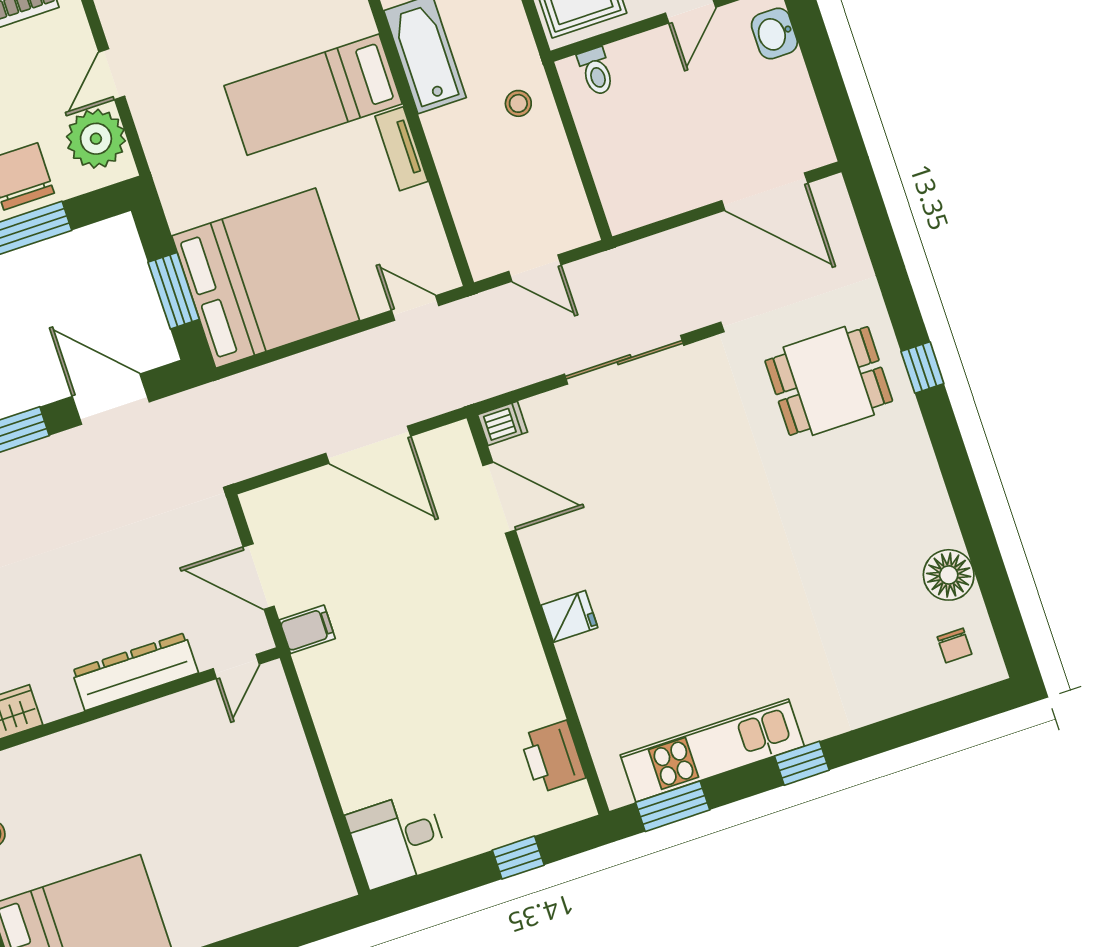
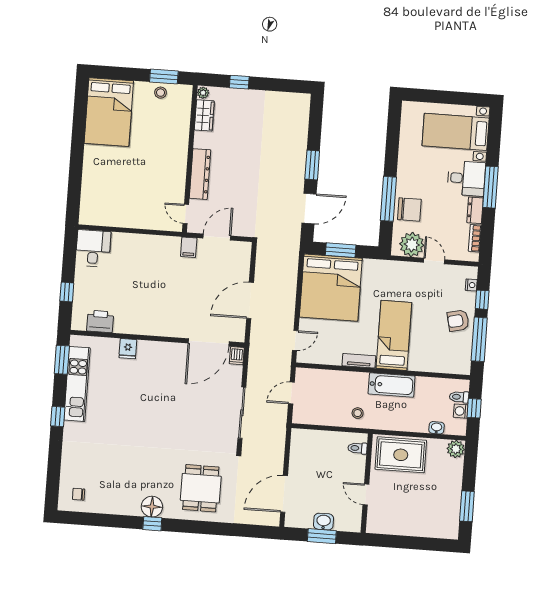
washbasin: (774, 34) -> (324, 522), moved
window: (823, 69) -> (322, 536), added
window: (922, 368) -> (152, 524), moved
door: (499, 498) -> (209, 342), width x1.36
floor lamp: (949, 575) -> (152, 507), moved
fridge: (569, 616) -> (128, 349), moved

